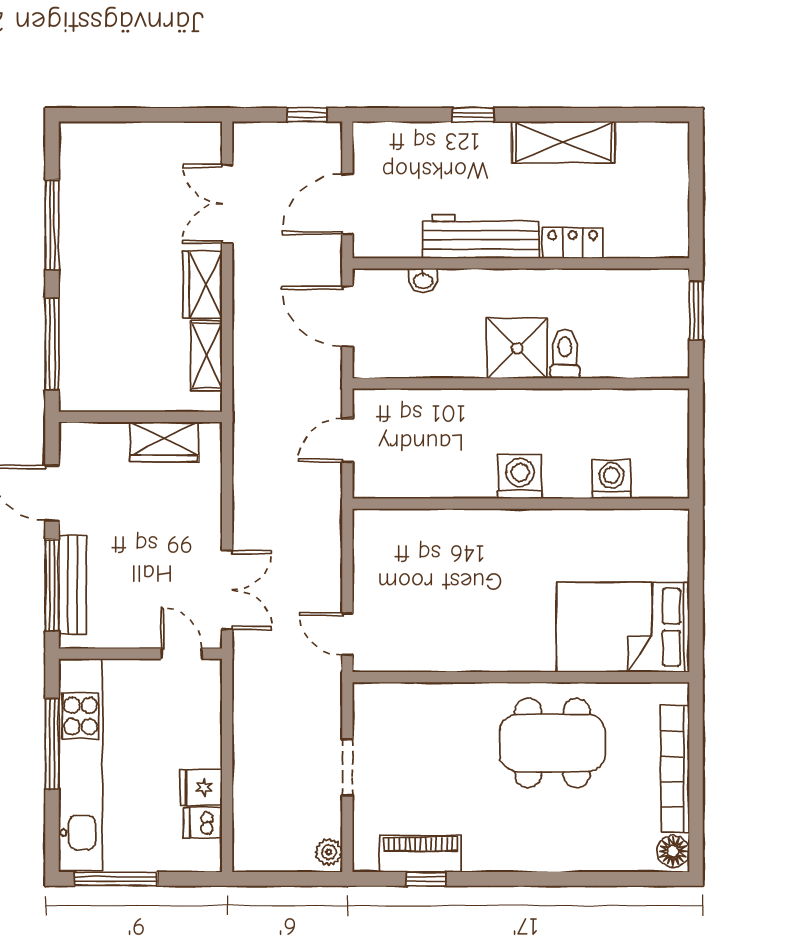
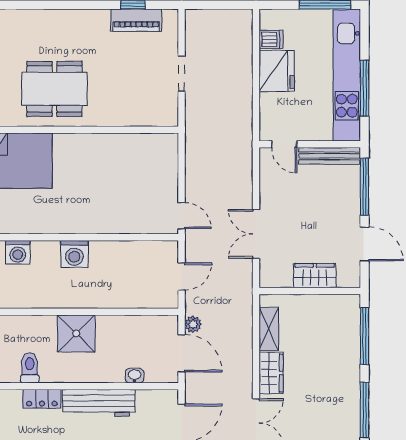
toilet: (565, 354) -> (30, 368), moved, turned 180
wardrobe: (164, 442) -> (315, 276), moved
bench: (73, 585) -> (329, 156), moved, turned 90
double door: (227, 590) -> (256, 234), moved
door: (347, 634) -> (182, 216), moved
fridge: (201, 788) -> (277, 71), width x1.88, depth x1.34
plant: (329, 852) -> (193, 324), moved

